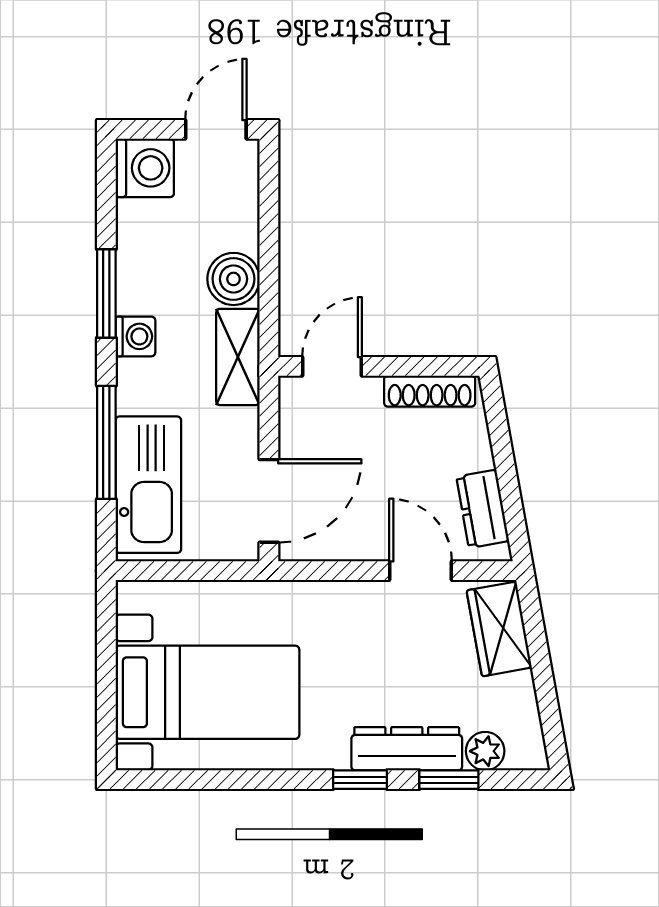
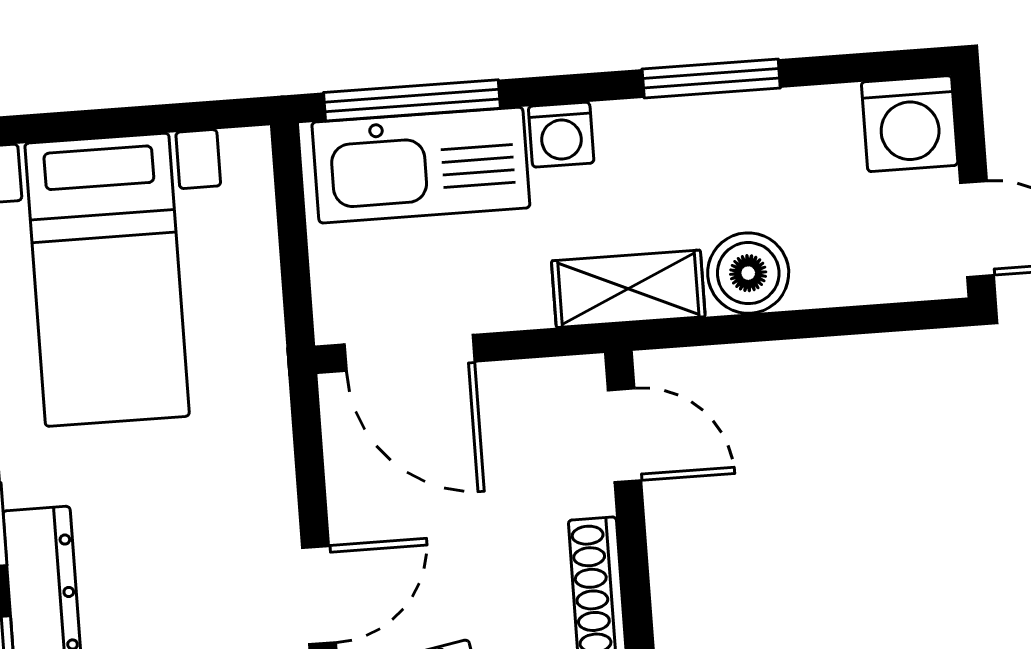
washing machine: (135, 336) -> (561, 135), moved
window: (106, 442) -> (412, 100), moved

